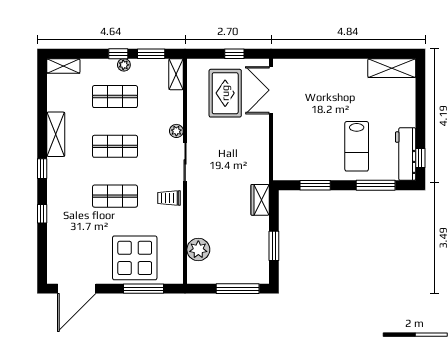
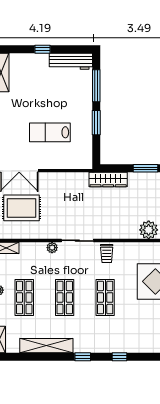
shelving: (56, 134) -> (46, 346), width x1.47
lab bench: (357, 146) -> (50, 132), moved, turned 180
window: (420, 158) -> (42, 49), moved
window: (315, 185) -> (96, 123), moved
wardrobe: (260, 200) -> (108, 180), width x1.50

